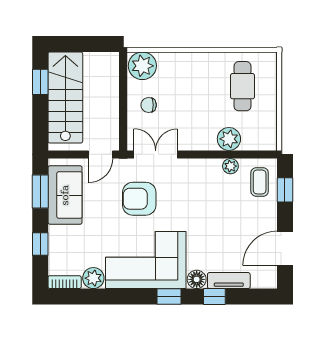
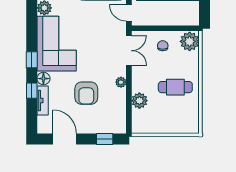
cafe table: (243, 86) -> (175, 87), moved
plant: (230, 166) -> (121, 82), moved
coffee table: (260, 182) -> (110, 122), removed
armchair: (139, 199) -> (86, 93), moved, turned 180

